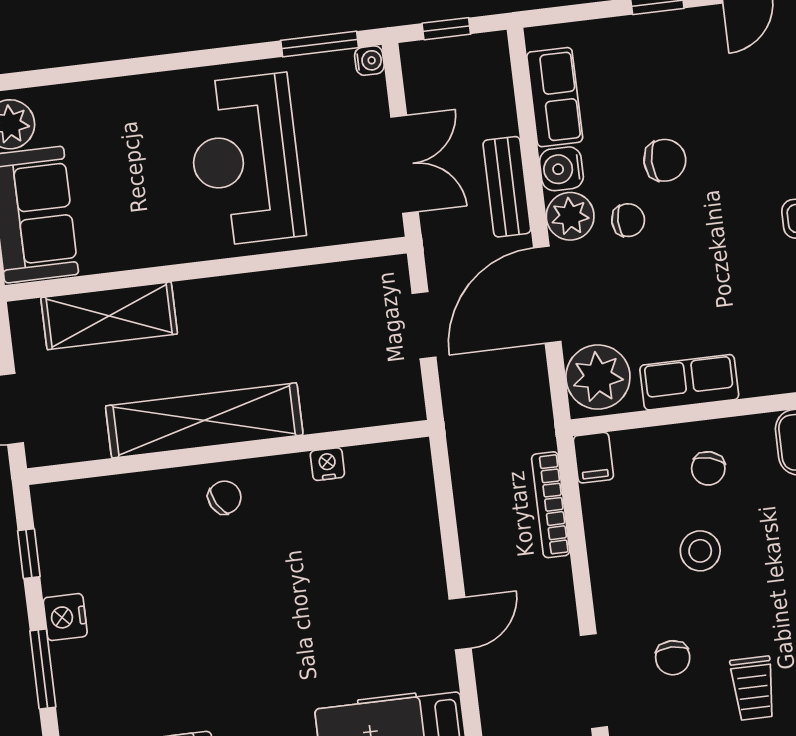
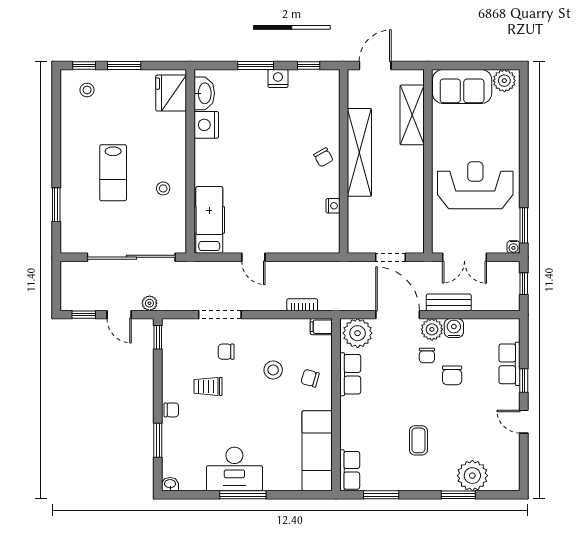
row of seats: (555, 97) -> (509, 364), moved, turned 90
bookcase: (551, 505) -> (302, 305), width x0.64

